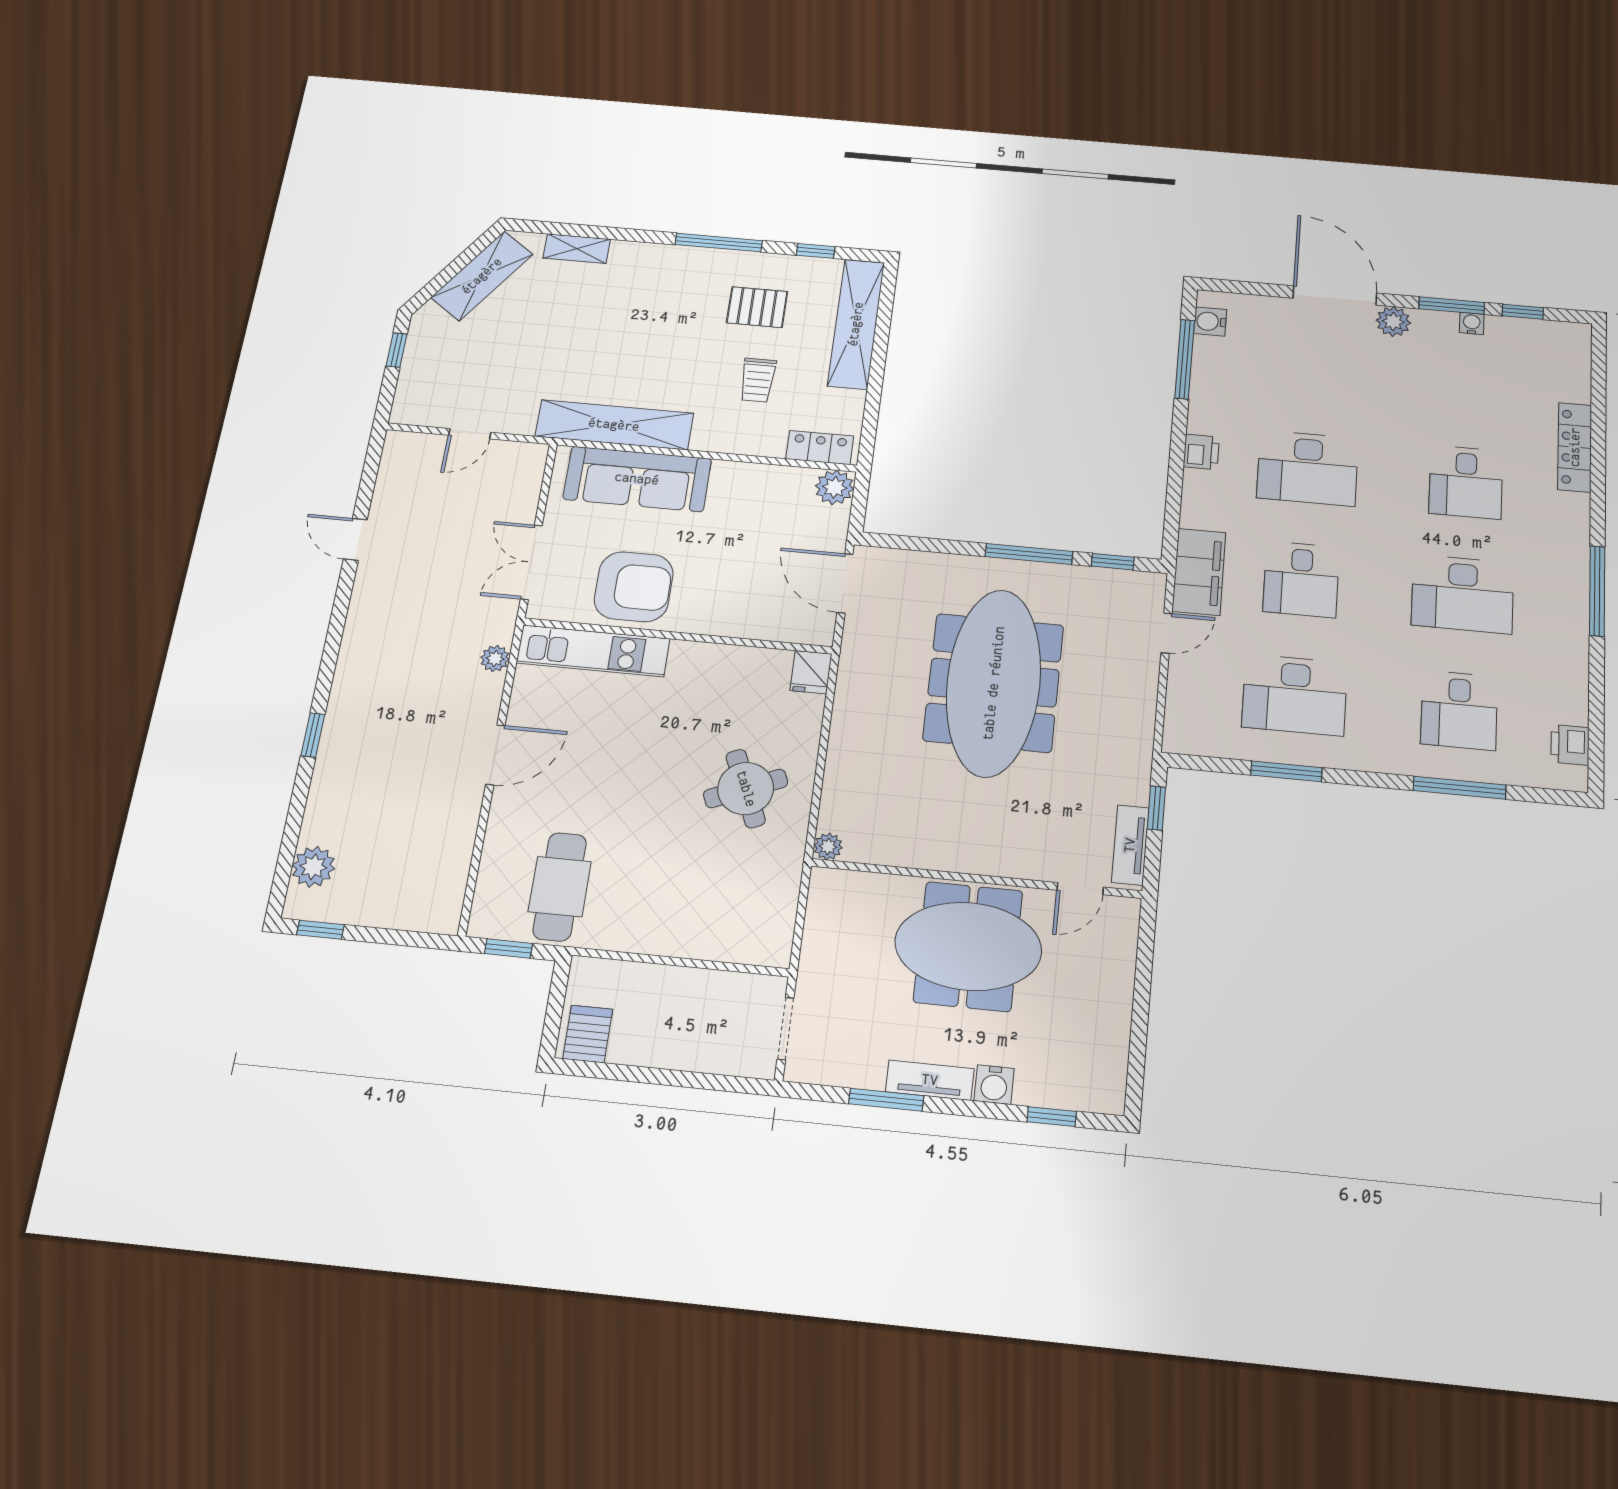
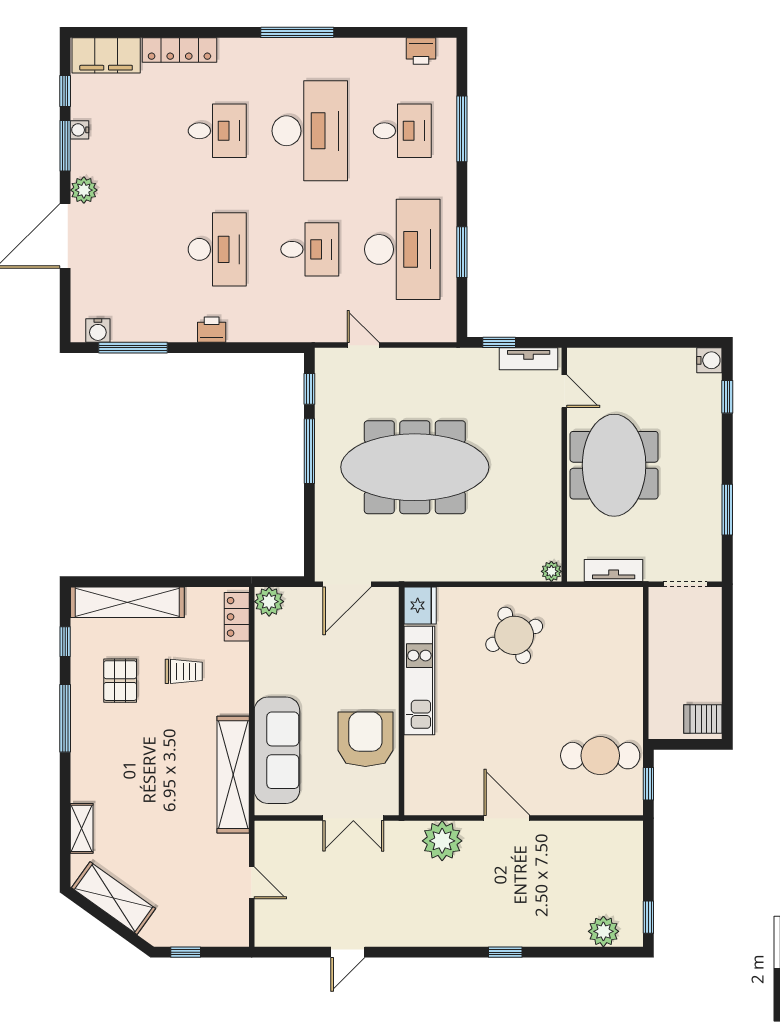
filing cabinet: (1199, 572) -> (106, 55), moved, turned 180
desk: (1463, 594) -> (310, 131), width x1.36, depth x1.30
kitchen unit: (593, 651) -> (419, 681), moved
plant: (495, 659) -> (442, 841), width x1.87, depth x1.87
fridge: (811, 672) -> (420, 605), width x1.38
desk: (1295, 695) -> (402, 249), width x1.36, depth x1.30
tv unit: (930, 1080) -> (614, 570), moved, turned 90
water cooler: (994, 1085) -> (709, 360), moved

